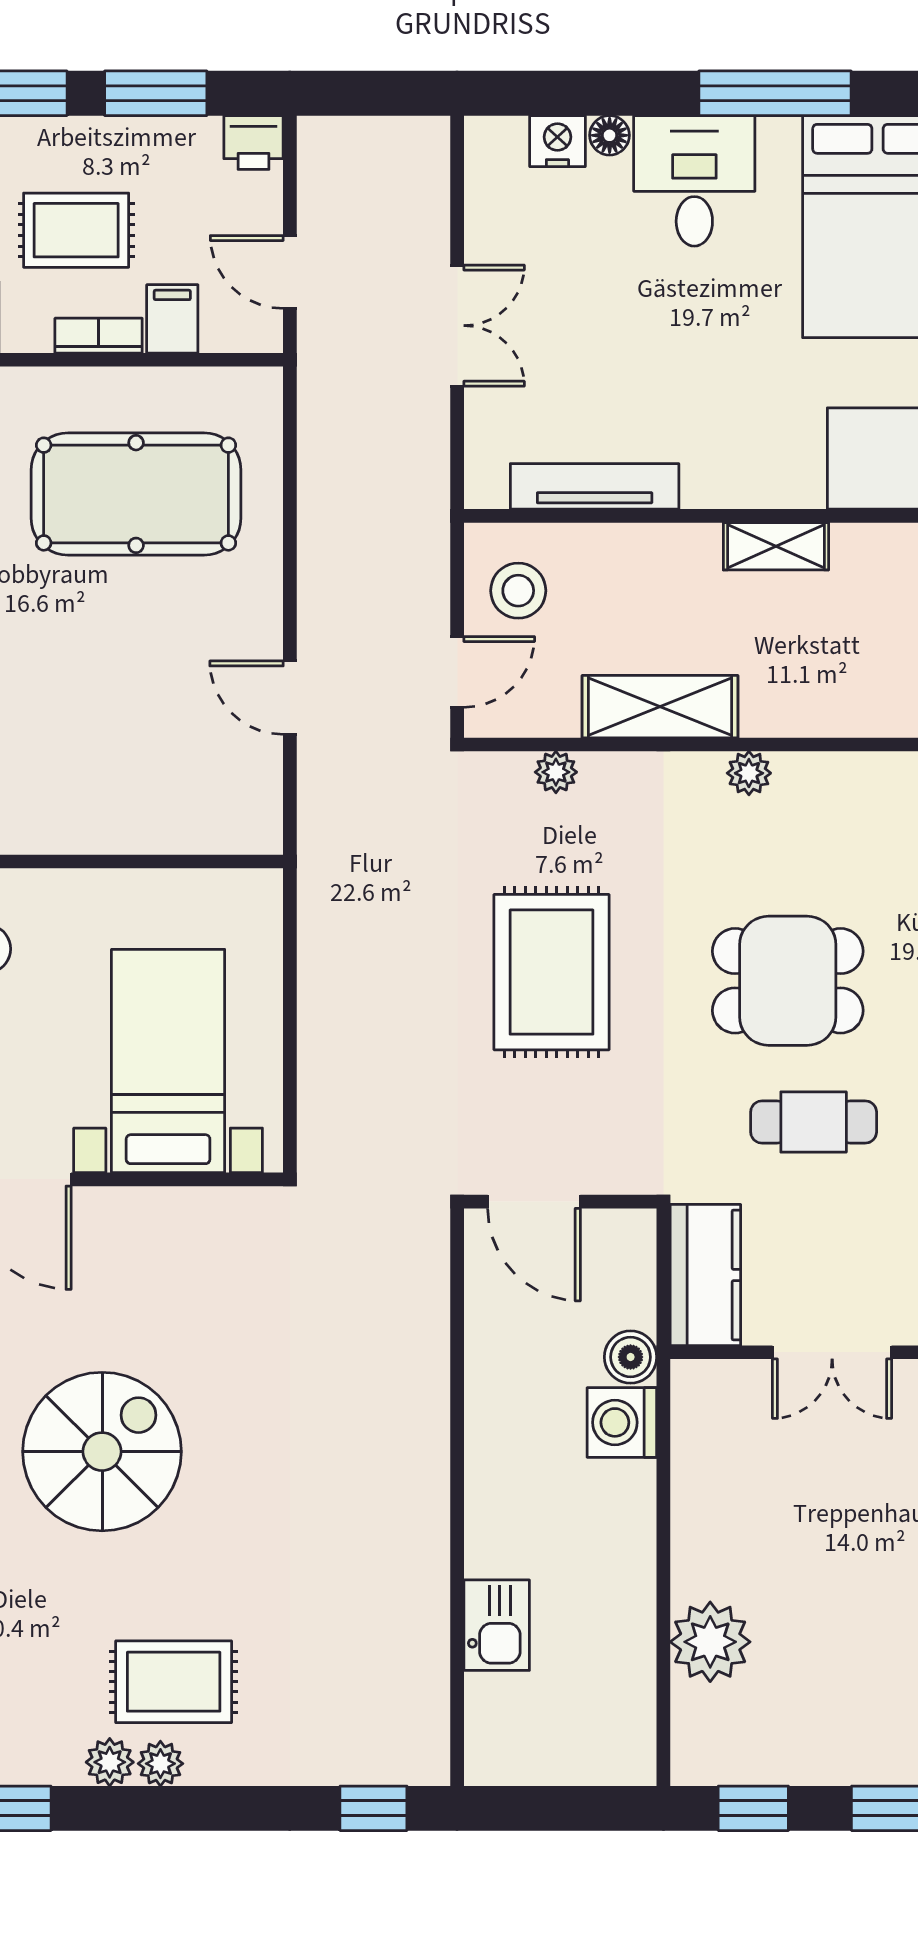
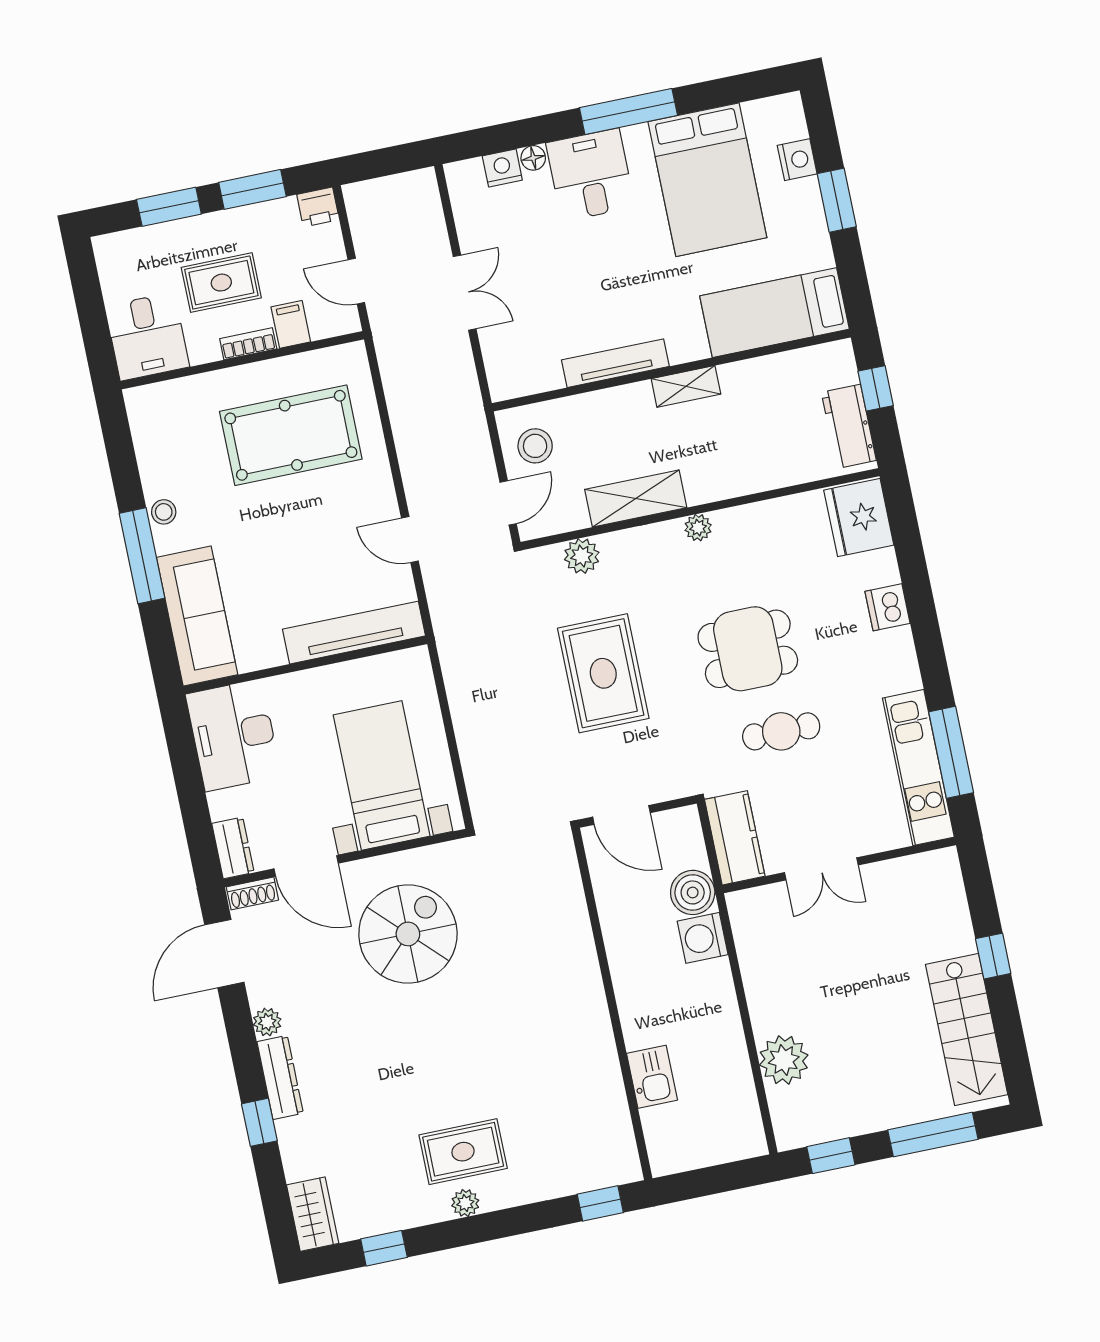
tv unit: (595, 486) -> (615, 363), moved
plant: (556, 772) -> (582, 556), width x1.38, depth x1.38
tv unit: (171, 826) -> (354, 633), added
boiler: (631, 1357) -> (693, 892), width x1.36, depth x1.36
spiral stairs: (102, 1452) -> (408, 934), moved
plant: (110, 1762) -> (434, 1209), removed

